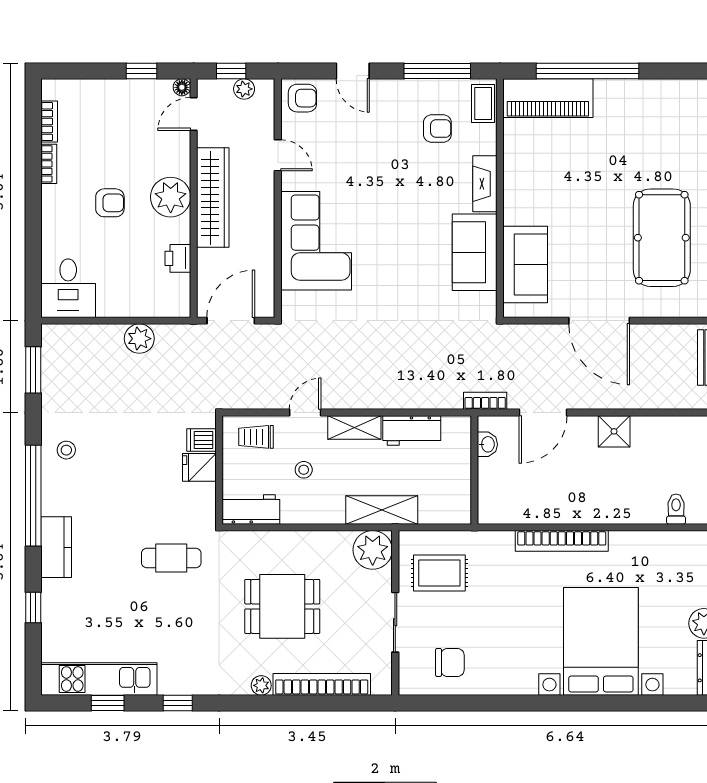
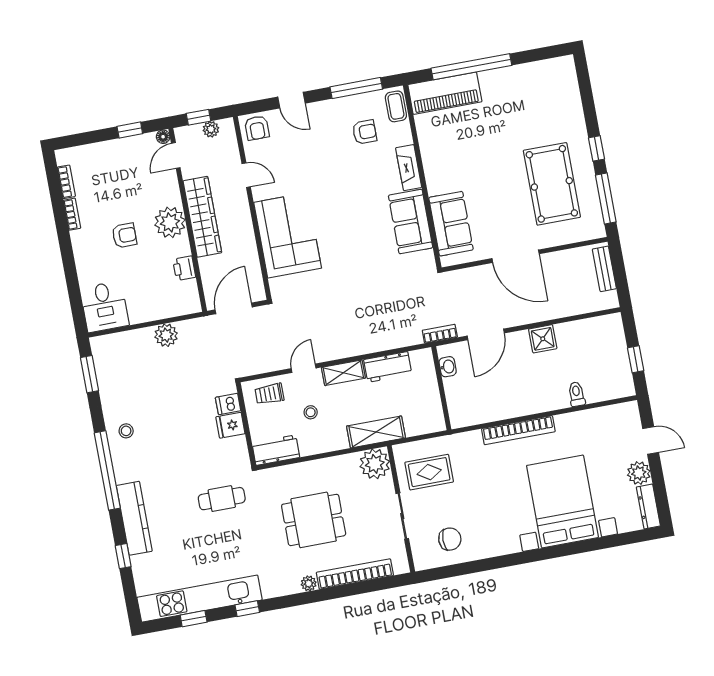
armchair: (302, 98) -> (257, 128), turned 90
toilet: (676, 509) -> (577, 394), moved
kitchen counter: (56, 547) -> (134, 518), width x1.50
kitchen unit: (99, 679) -> (200, 599), width x1.36

